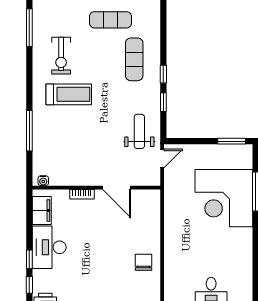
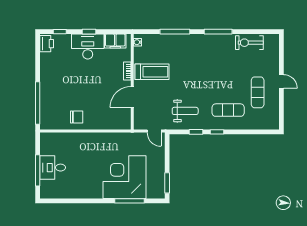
window: (29, 28) -> (218, 32), moved
exercise bike: (61, 56) -> (249, 43), moved
treadmill: (69, 94) -> (152, 72), moved, turned -90
weight bench: (139, 131) -> (185, 111), moved
window: (29, 259) -> (89, 32), moved

